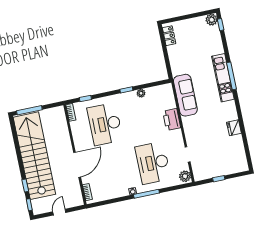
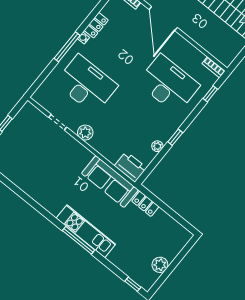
plant: (212, 20) -> (160, 265), moved
locker: (169, 36) -> (145, 204), moved
printer: (172, 119) -> (131, 167), moved
fridge: (234, 128) -> (32, 189), removed
plant: (185, 176) -> (85, 133), moved
locker: (119, 193) -> (96, 25), added

